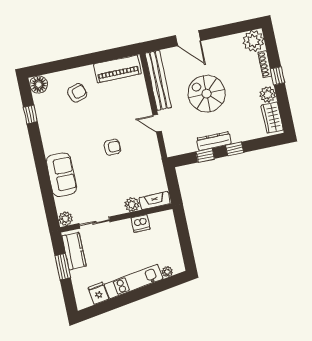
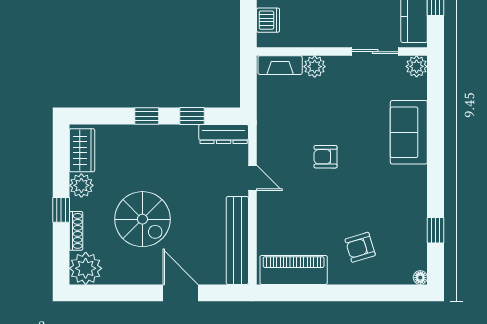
floor lamp: (39, 85) -> (420, 278), width x0.53, depth x0.53
spiral stairs: (207, 94) -> (142, 219), moved
dresser: (214, 141) -> (224, 134), moved
dishwasher: (140, 223) -> (268, 20), moved, turned 90

